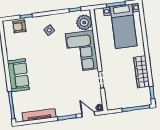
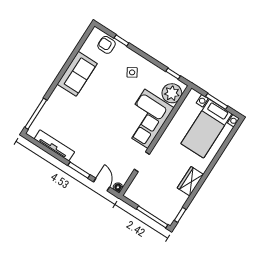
wardrobe: (142, 72) -> (190, 181), width x0.67
sofa: (18, 75) -> (77, 74), moved

